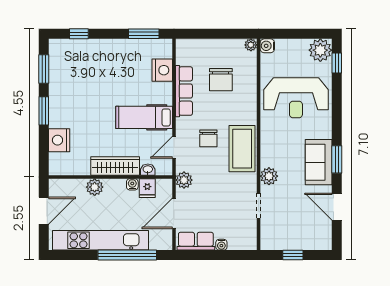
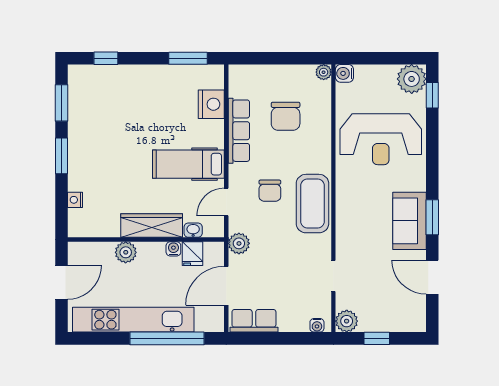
nightstand: (59, 140) -> (75, 200), width x0.53, depth x0.56
plant: (269, 176) -> (347, 321), moved
water cooler: (221, 245) -> (317, 325), moved

